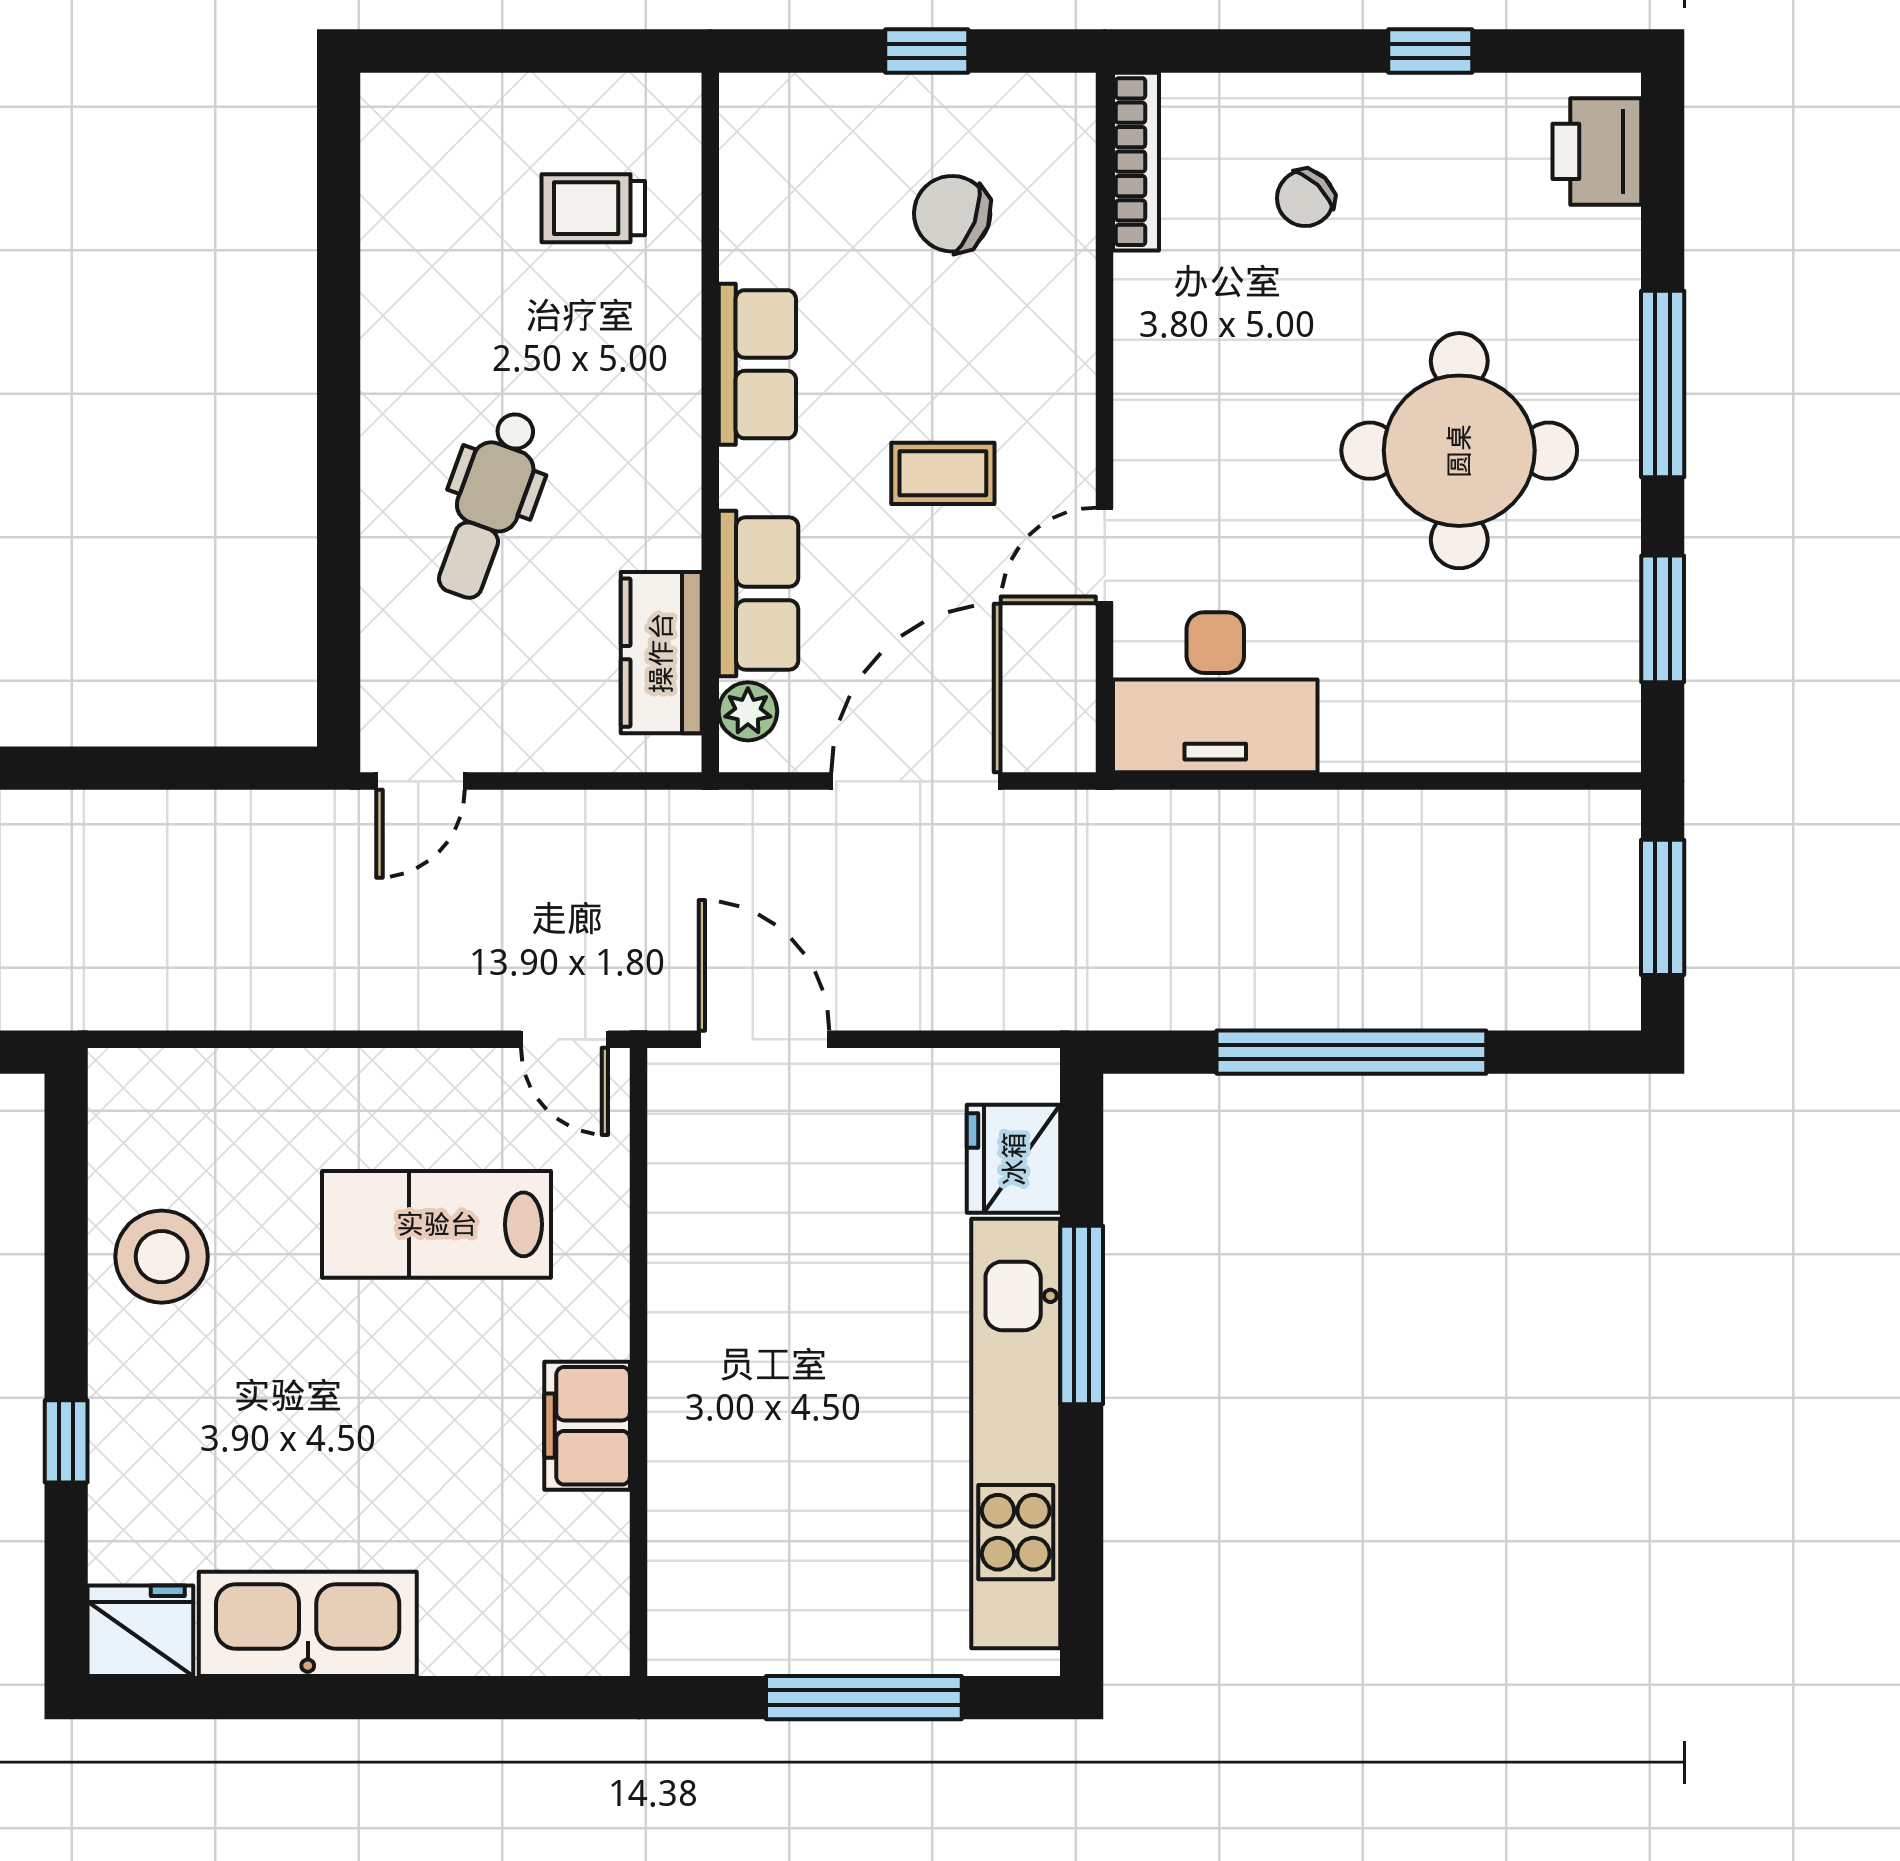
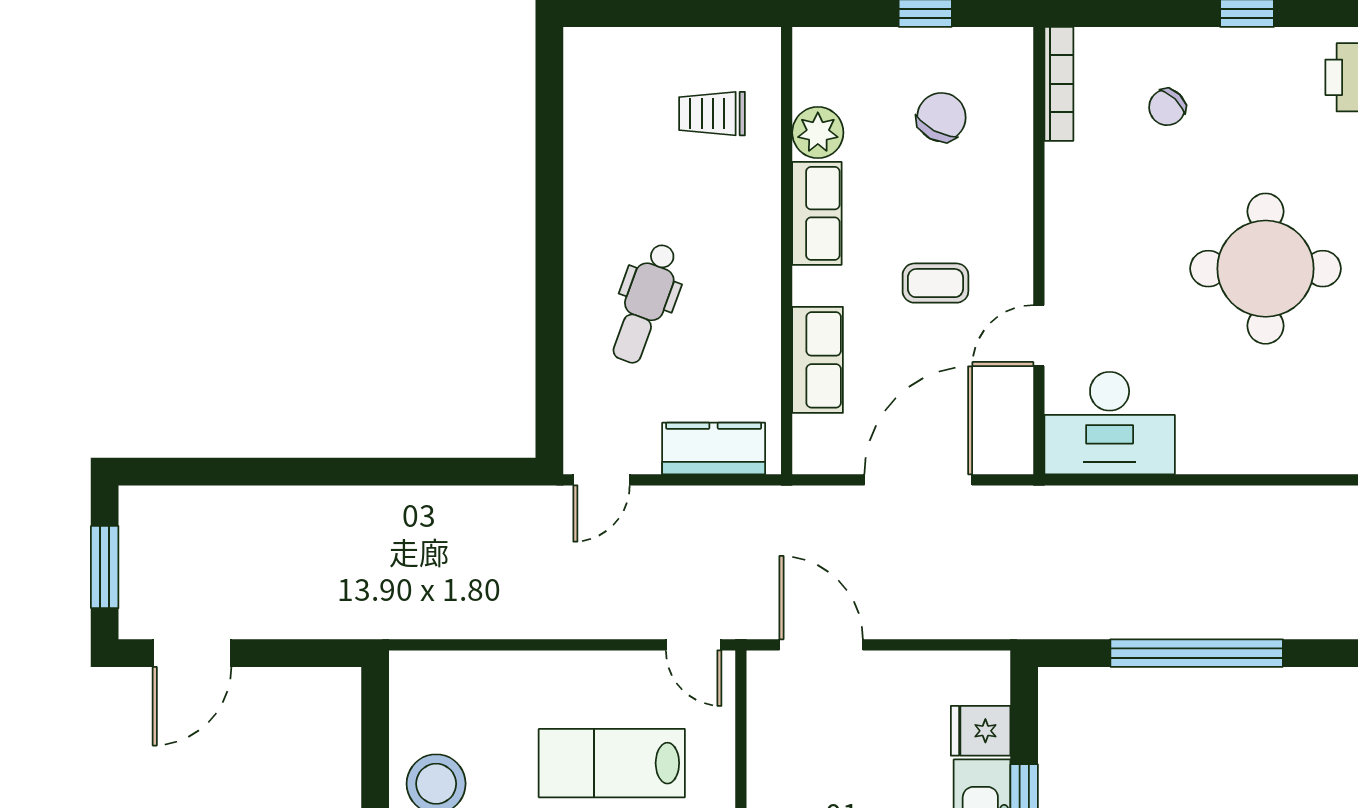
chair: (952, 214) -> (941, 117), turned 98
kitchen counter: (661, 653) -> (714, 448), moved, turned 90
plant: (748, 711) -> (818, 133), moved, width x1.38, depth x1.38
fridge: (1014, 1159) -> (981, 731), width x0.72

